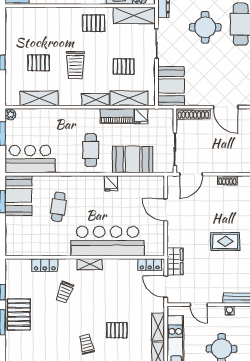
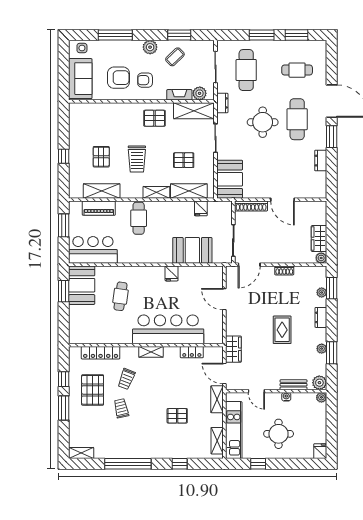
pallet: (39, 63) -> (101, 157), turned 90
plant: (10, 115) -> (74, 207), removed
piano: (117, 116) -> (99, 208), moved
cafe table: (91, 150) -> (139, 218), moved
rug: (225, 241) -> (282, 330), turned 90
locker: (150, 264) -> (192, 352), moved
locker: (45, 265) -> (101, 353), width x1.53
pallet: (19, 314) -> (93, 390), moved
shelving: (158, 327) -> (217, 399), moved
trolley: (86, 344) -> (121, 408), moved

